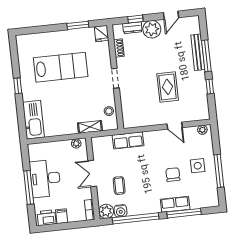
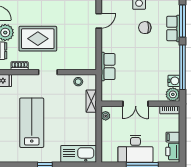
rug: (168, 87) -> (38, 39), moved, width x1.36, depth x1.43
coffee table: (119, 186) -> (150, 80), removed

